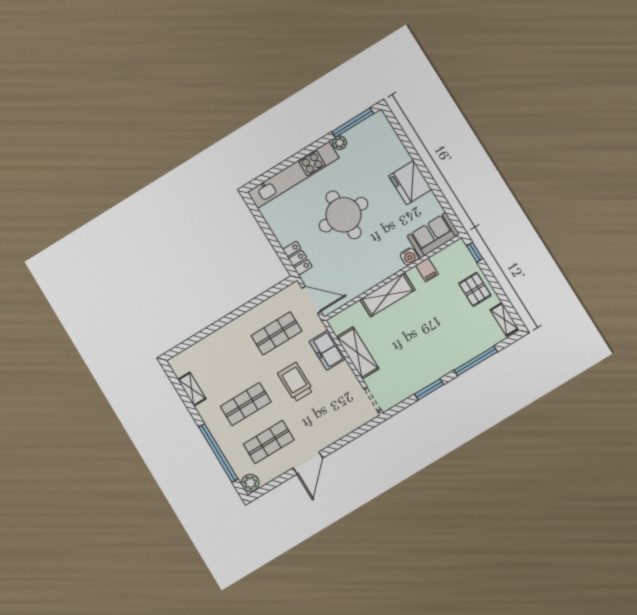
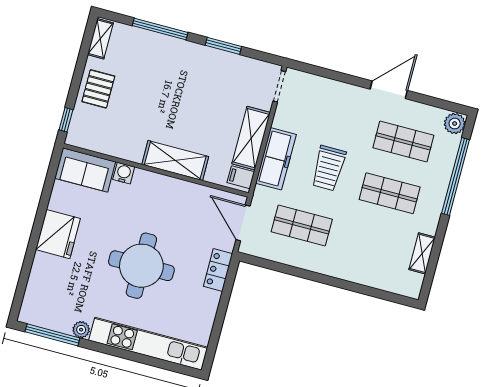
filing cabinet: (427, 270) -> (241, 177), moved, turned -90
freezer: (327, 350) -> (276, 159), width x1.40

